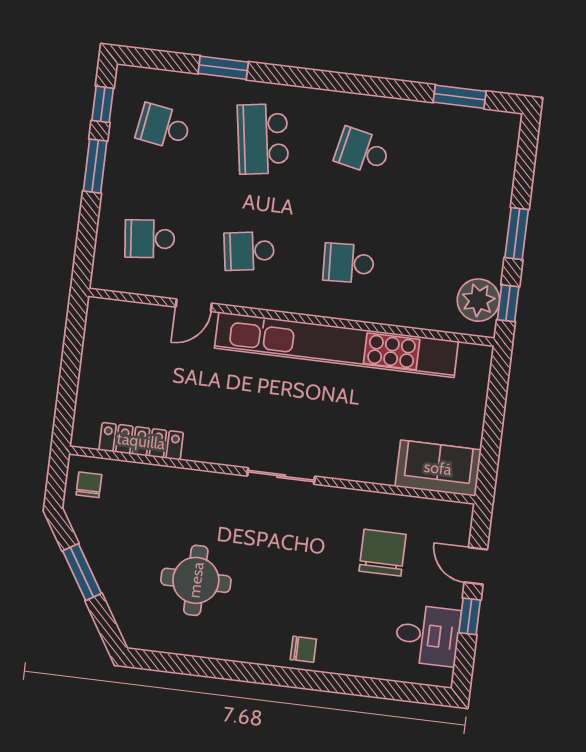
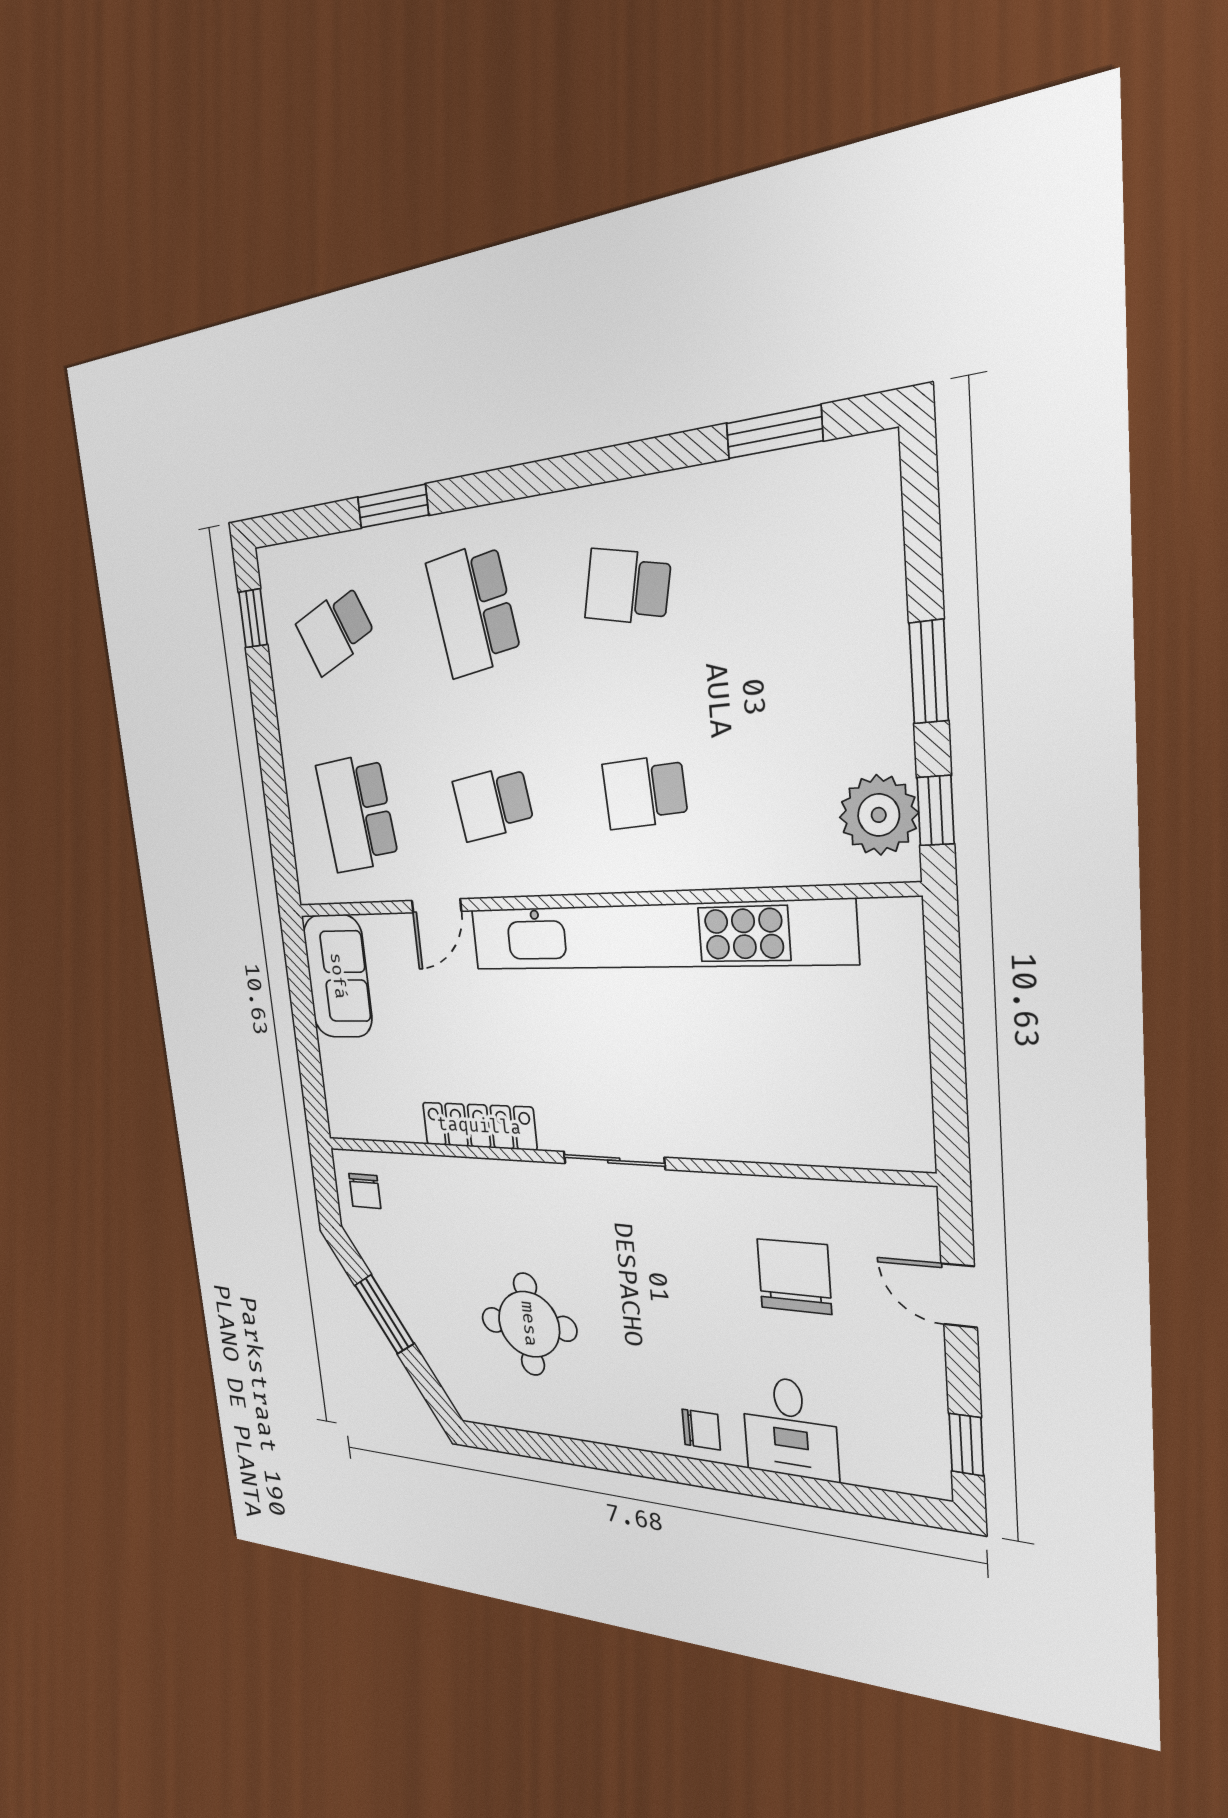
school desk: (163, 127) -> (335, 630), turned -33
window: (95, 166) -> (266, 717), removed
school desk: (150, 239) -> (357, 813), width x1.85
locker: (141, 441) -> (479, 1126), moved
sofa: (438, 468) -> (338, 976), moved, turned 90
chair: (89, 485) -> (365, 1191), turned 180
window: (470, 616) -> (966, 1445), moved
desk: (427, 635) -> (790, 1428), moved, turned 90

